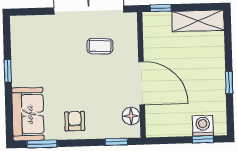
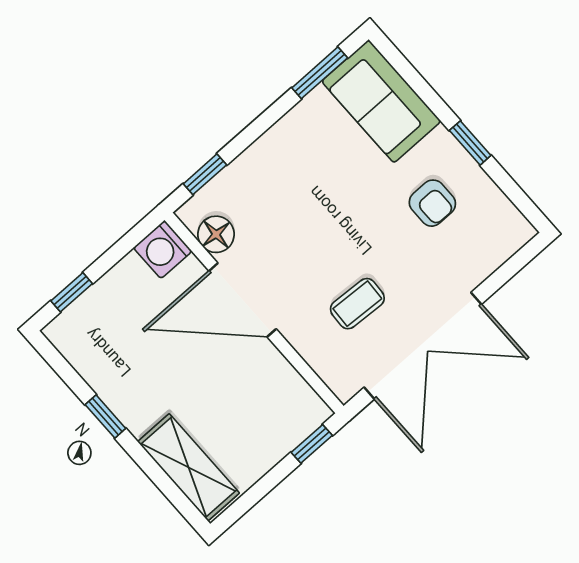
shelving: (198, 21) -> (188, 467), moved, turned 90
armchair: (75, 121) -> (432, 203), moved
washing machine: (203, 126) -> (163, 249), moved, turned 90

